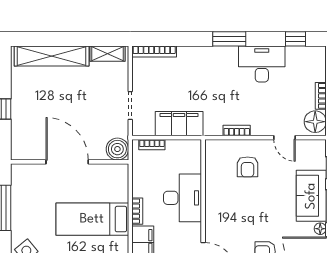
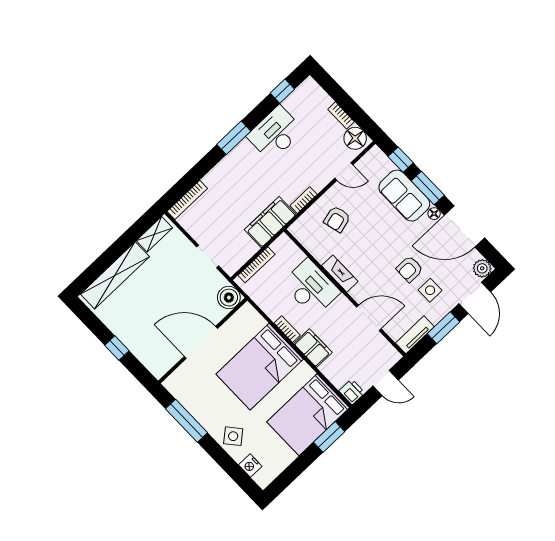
filing cabinet: (179, 124) -> (270, 222), moved
bookcase: (152, 145) -> (257, 265), width x1.56
armchair: (248, 167) -> (337, 219), turned 76
fireplace: (212, 207) -> (340, 274), added
bed: (92, 219) -> (260, 367), width x1.50

